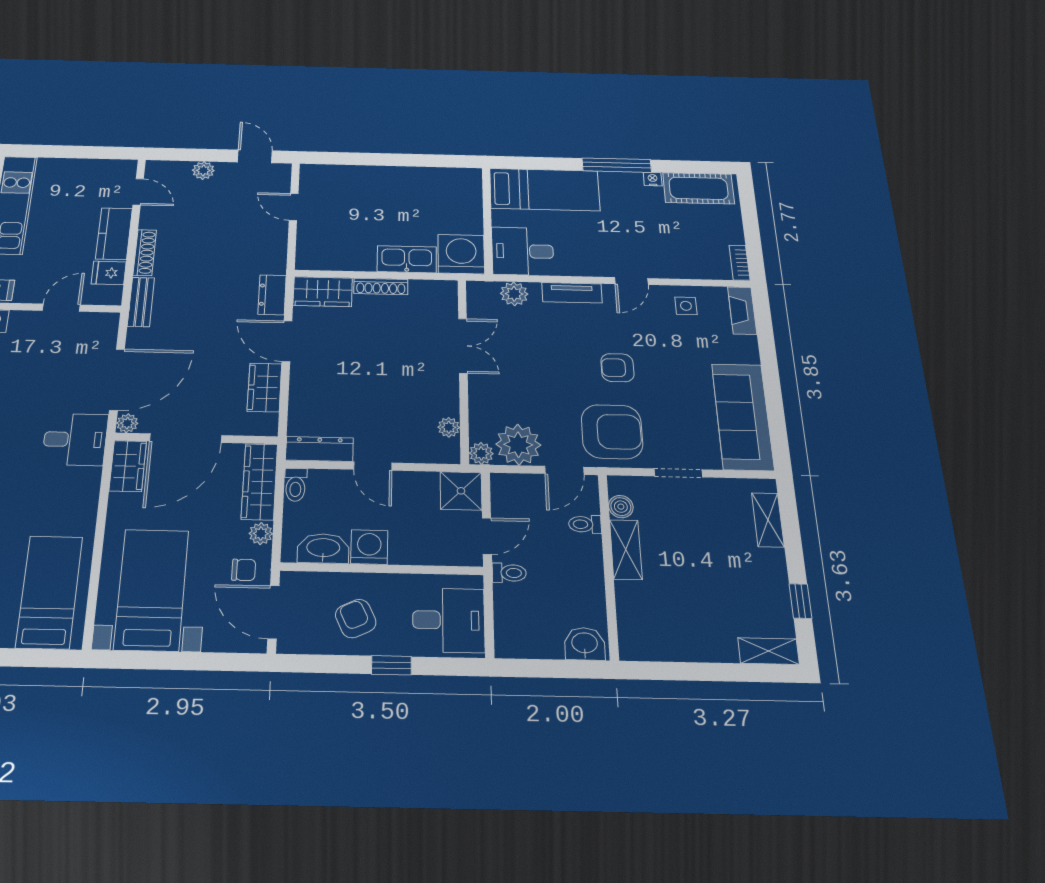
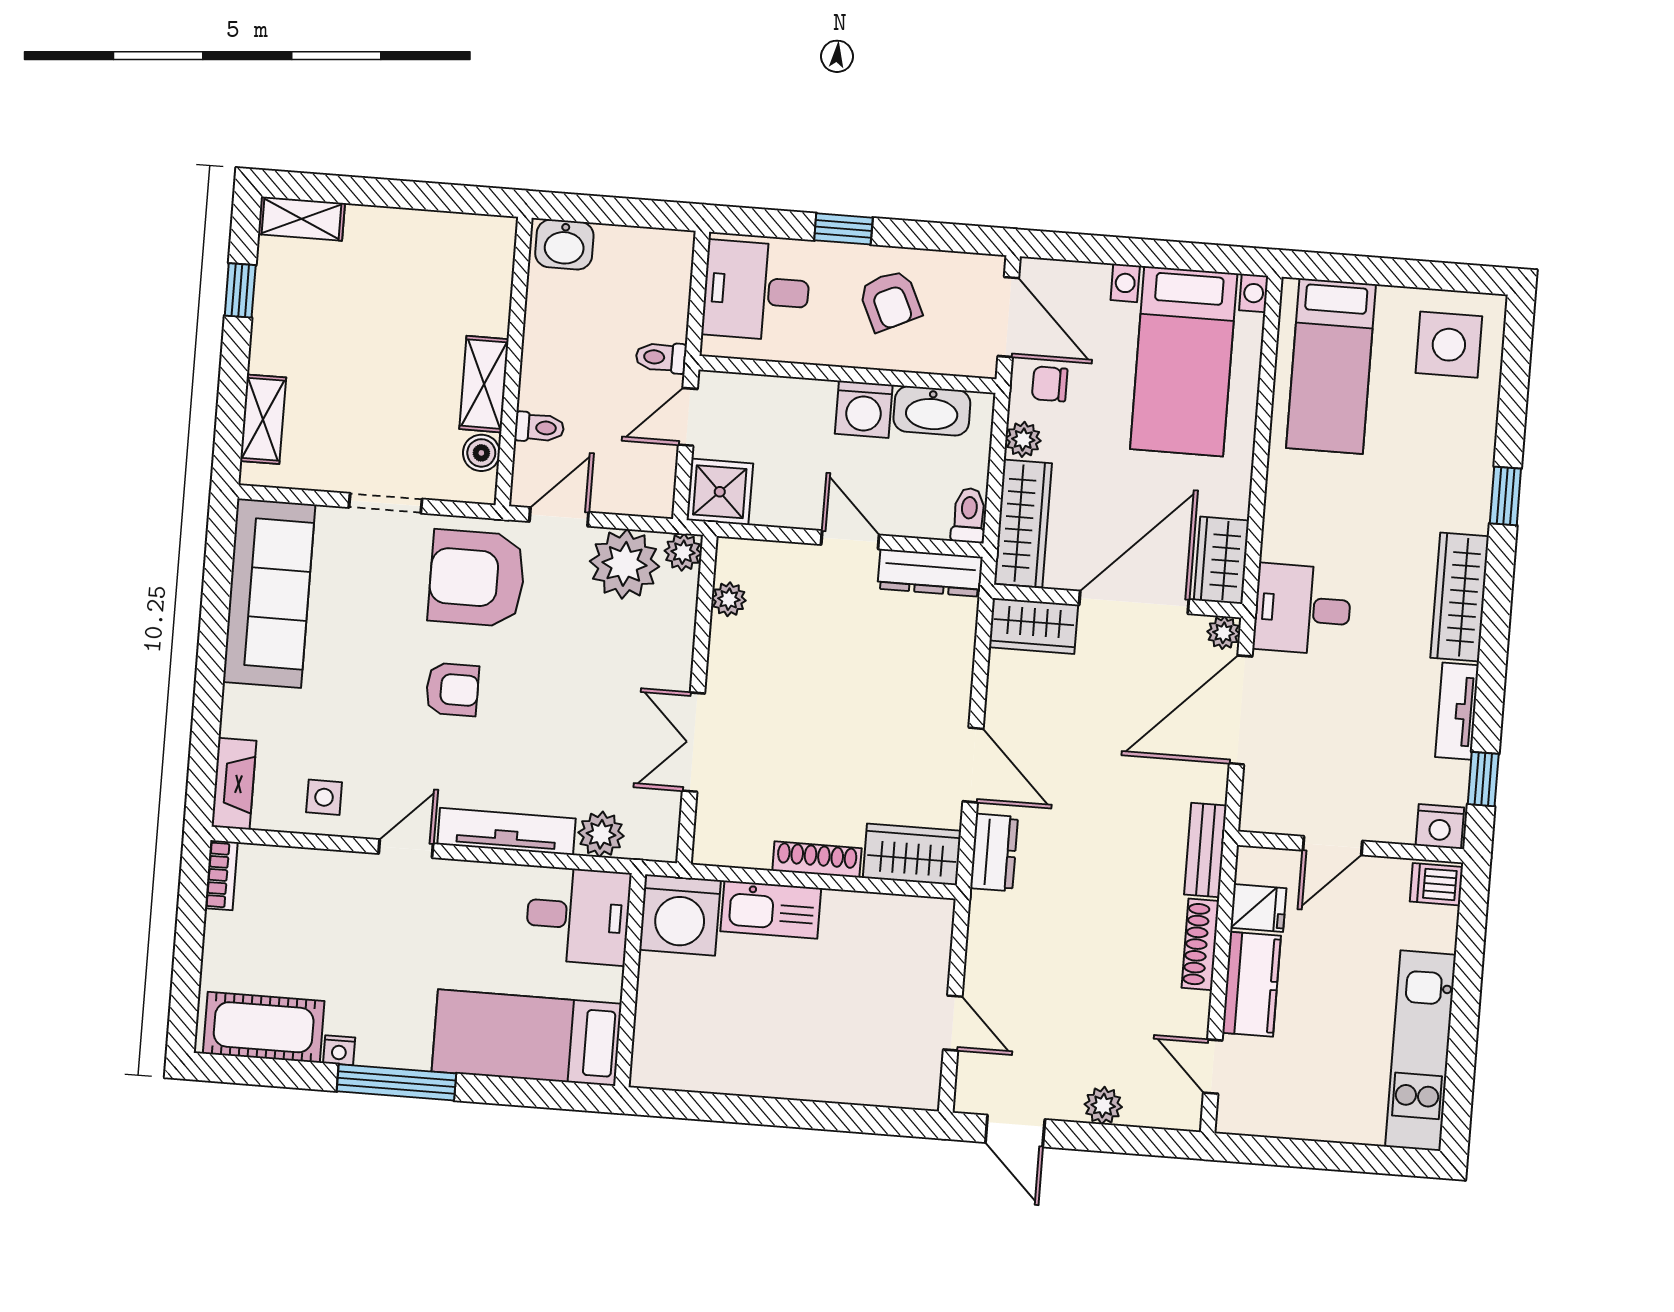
tv unit: (572, 293) -> (506, 831), width x1.41
wardrobe: (264, 387) -> (1034, 626), moved, turned 90

